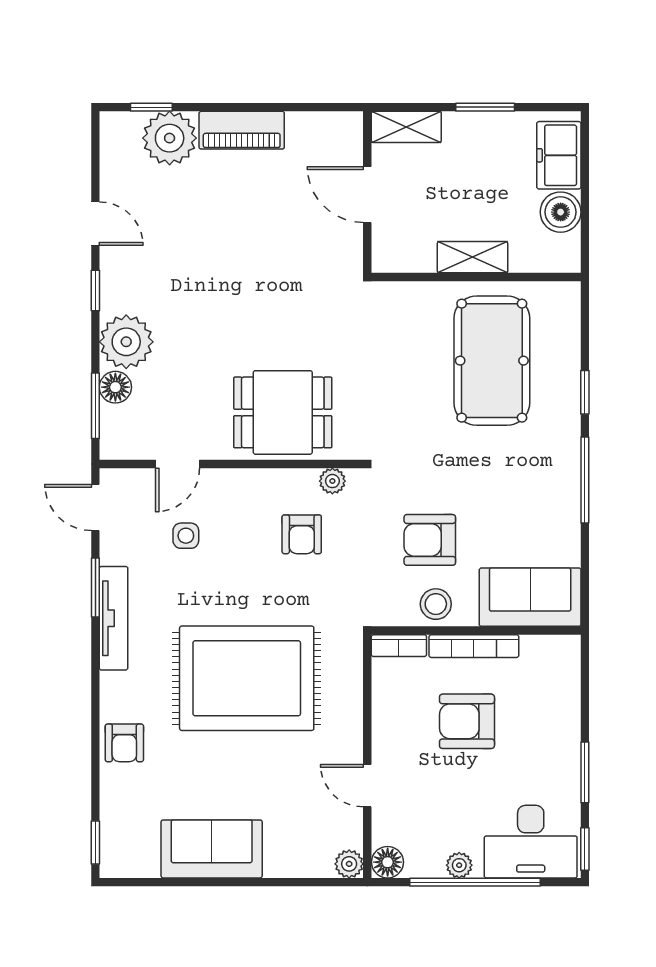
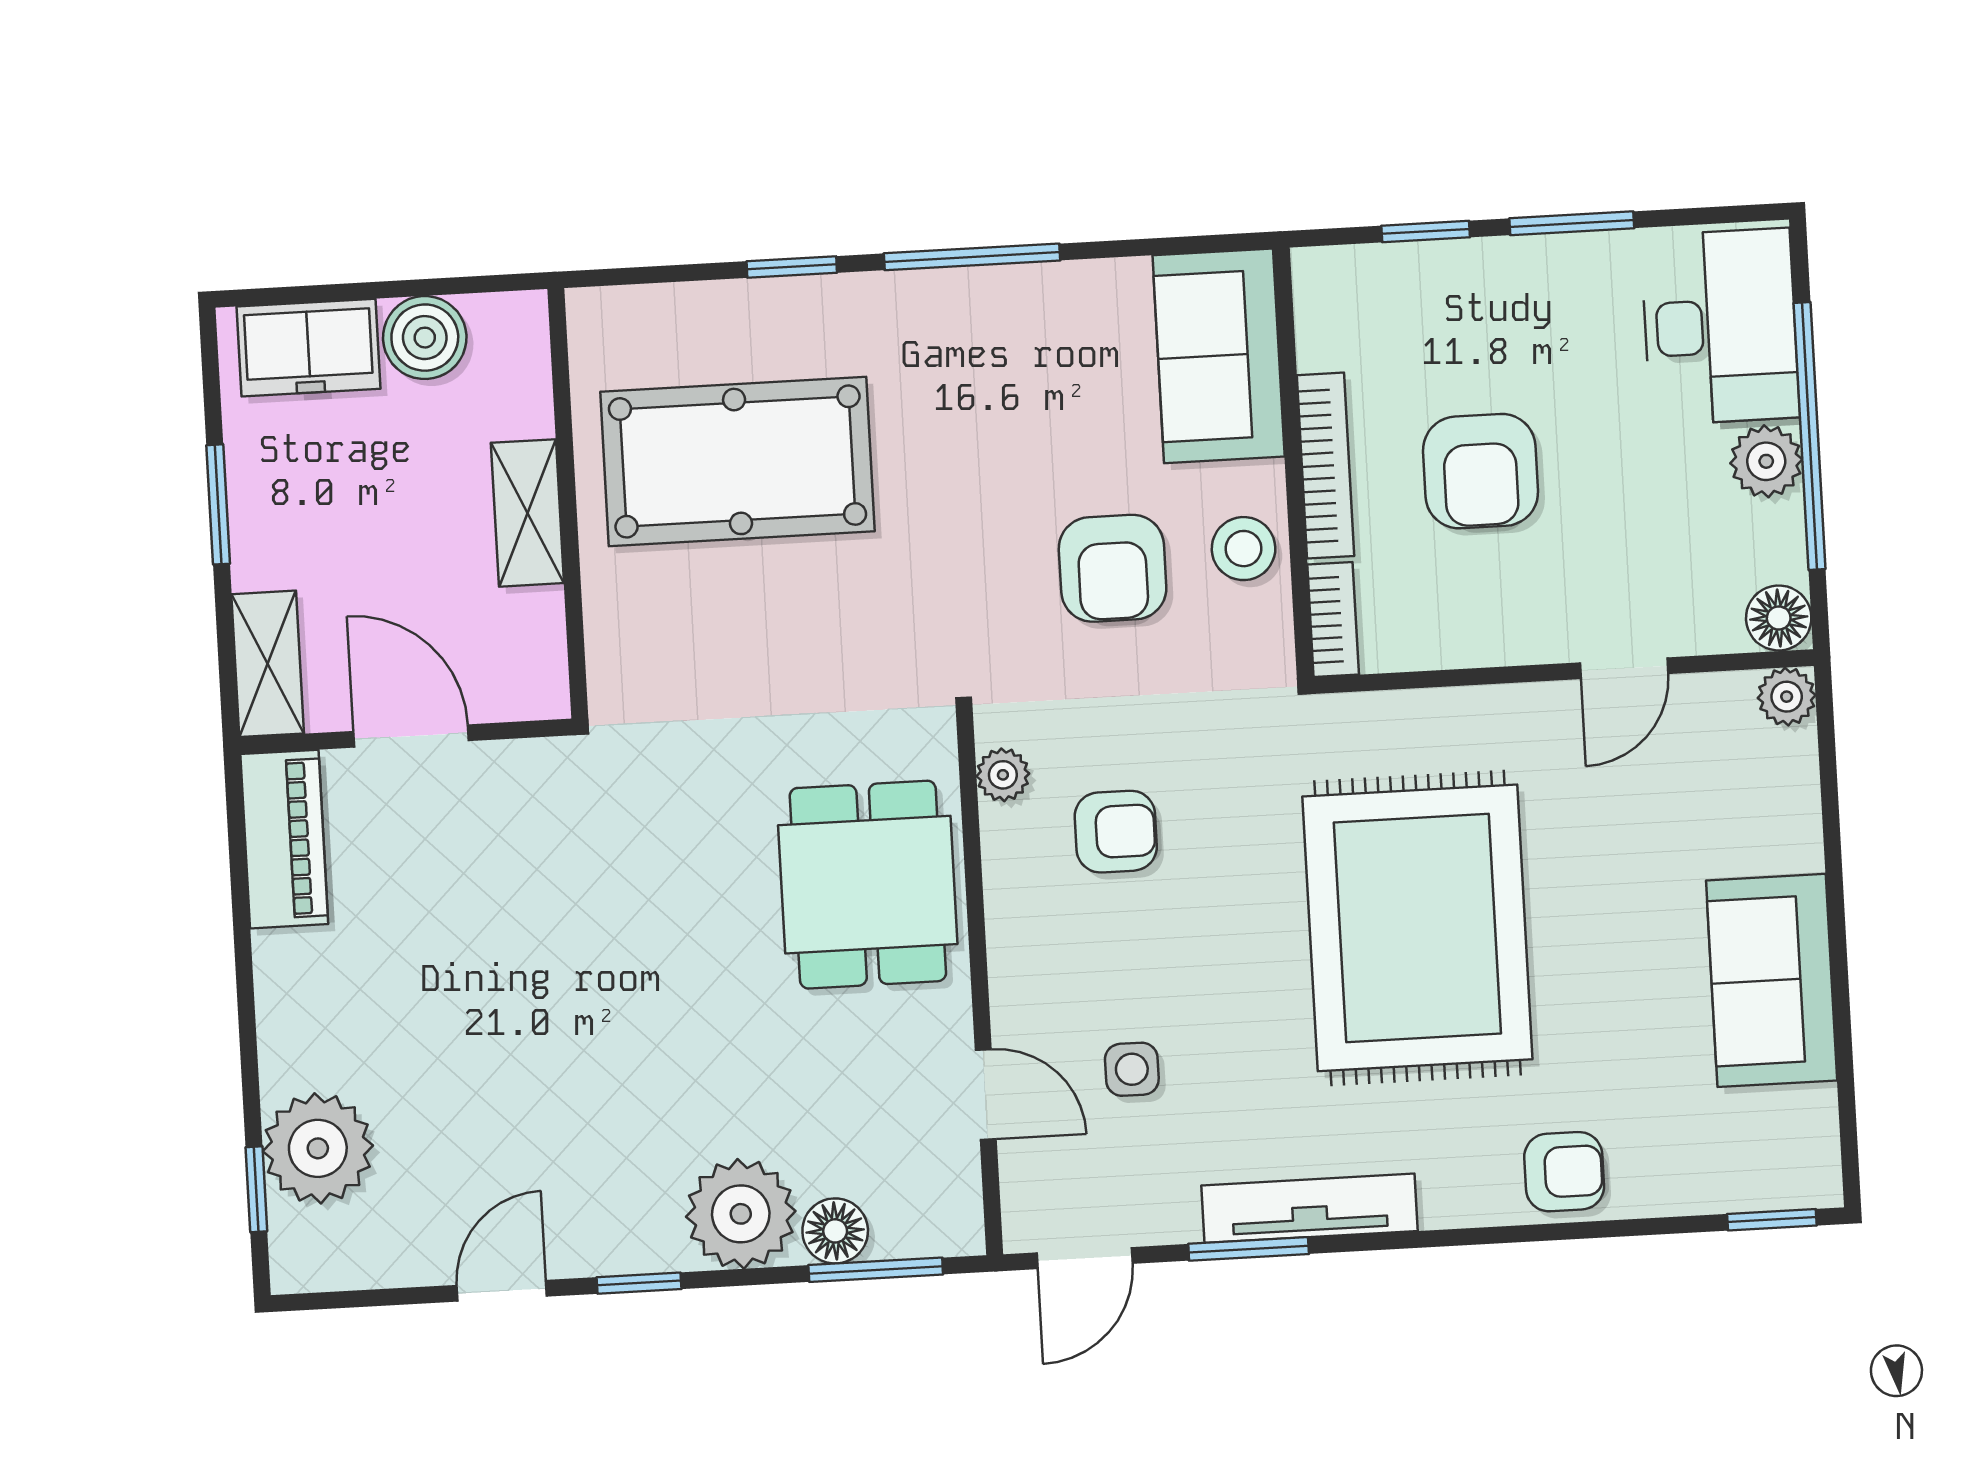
piano: (242, 130) -> (284, 839), moved
door: (367, 195) -> (411, 736), swing flipped
window: (585, 849) -> (1426, 232), moved
plant: (459, 865) -> (1766, 461), width x1.38, depth x1.38

